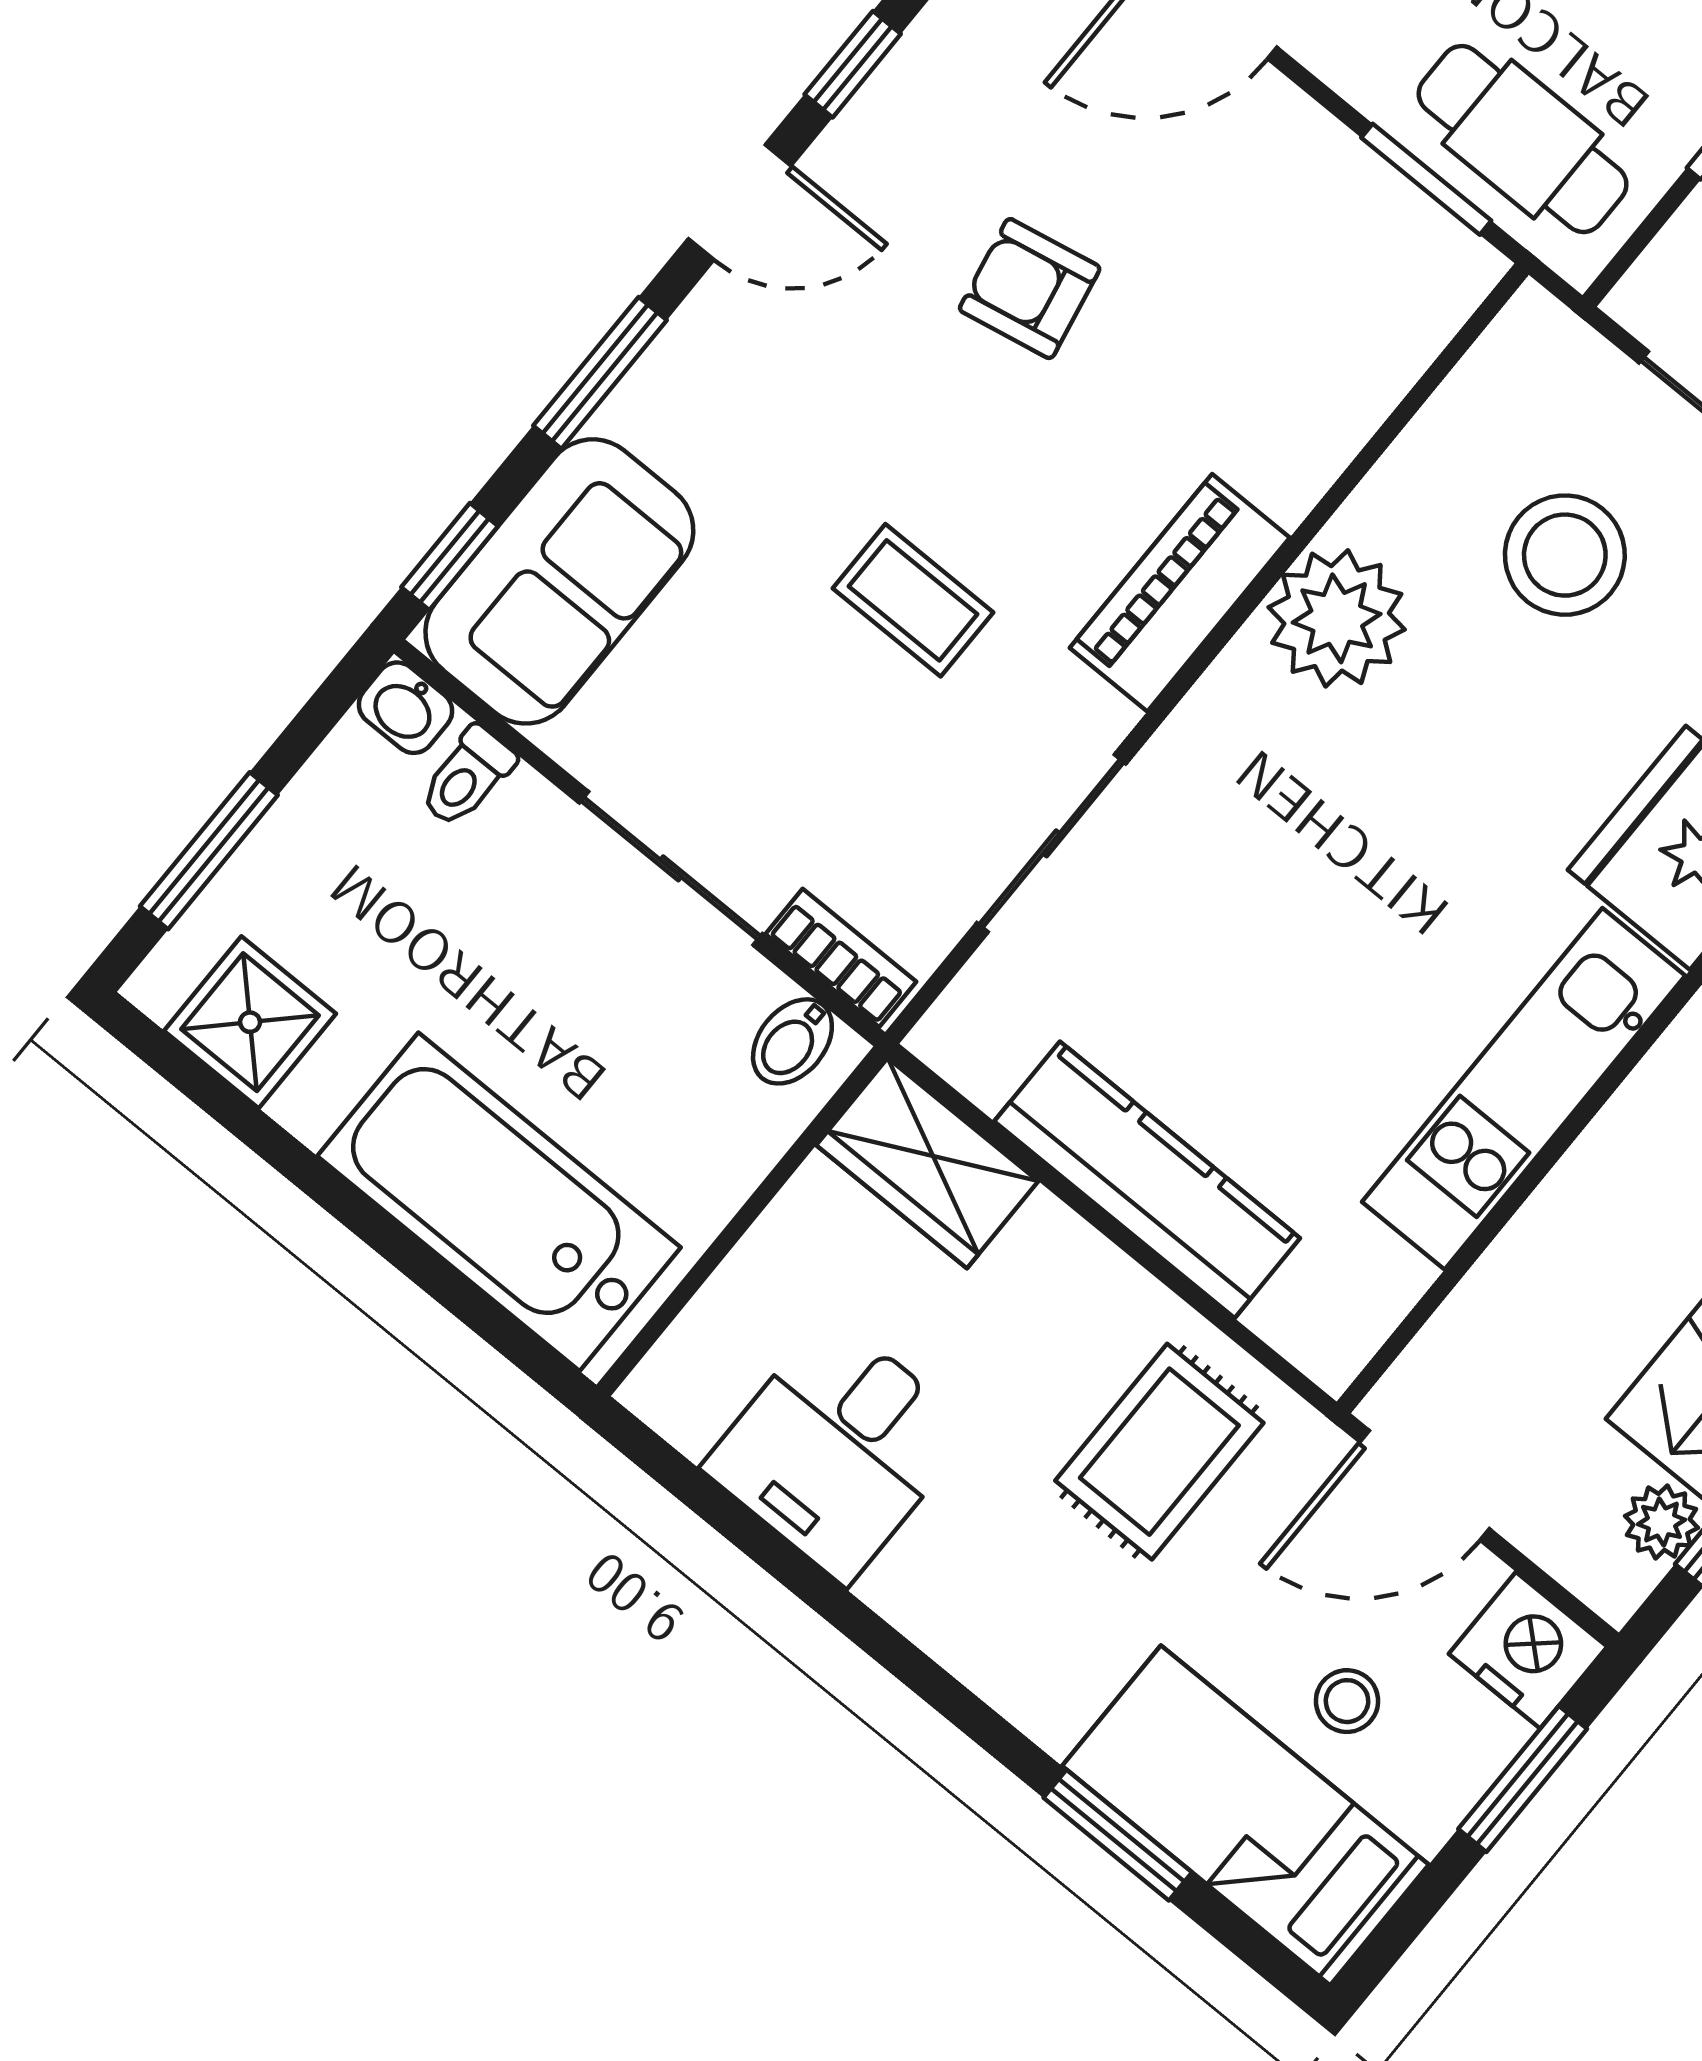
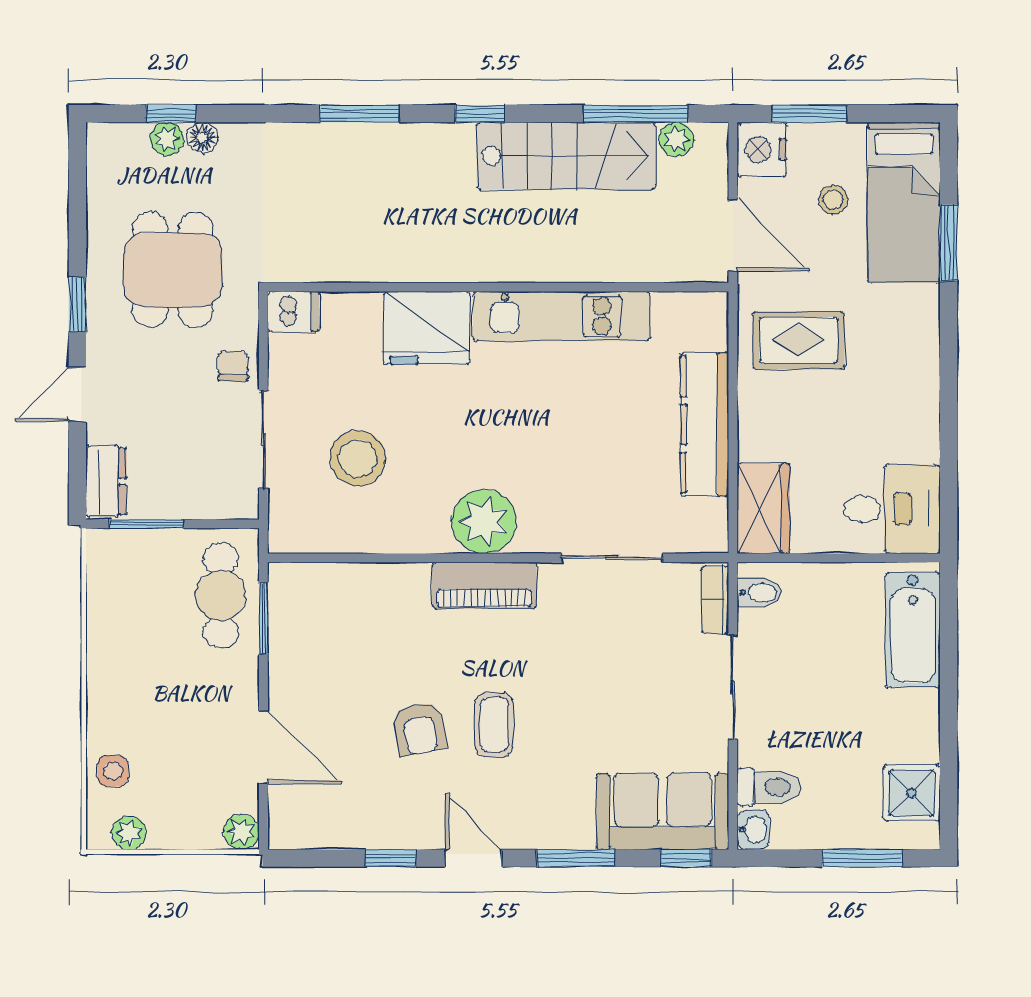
coffee table: (913, 600) -> (494, 725), moved
plant: (1337, 618) -> (484, 521), moved
toilet: (467, 777) -> (769, 787), width x1.37, depth x1.39
bathtub: (499, 1202) -> (913, 630), width x0.73, depth x0.73
desk: (838, 1449) -> (892, 509), moved

